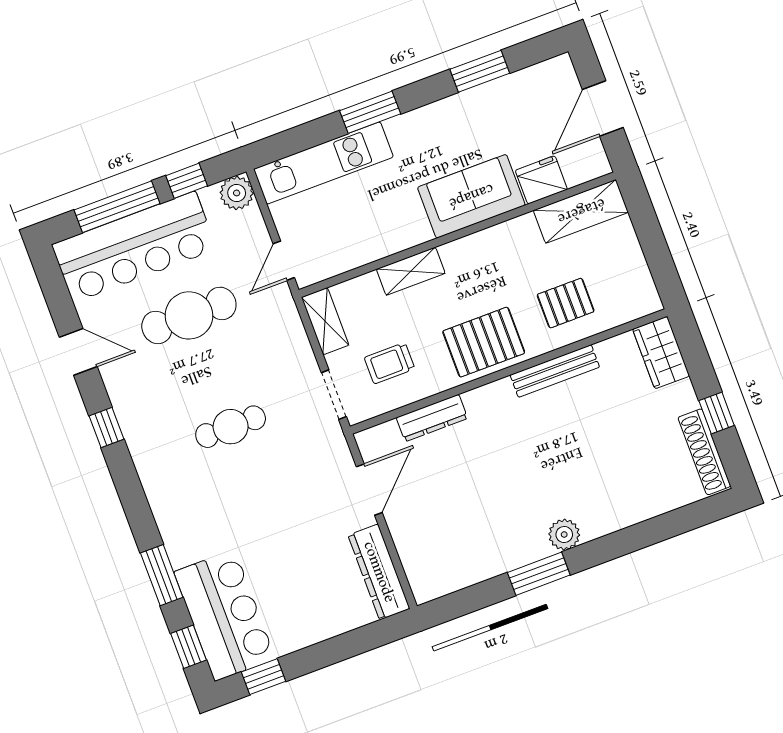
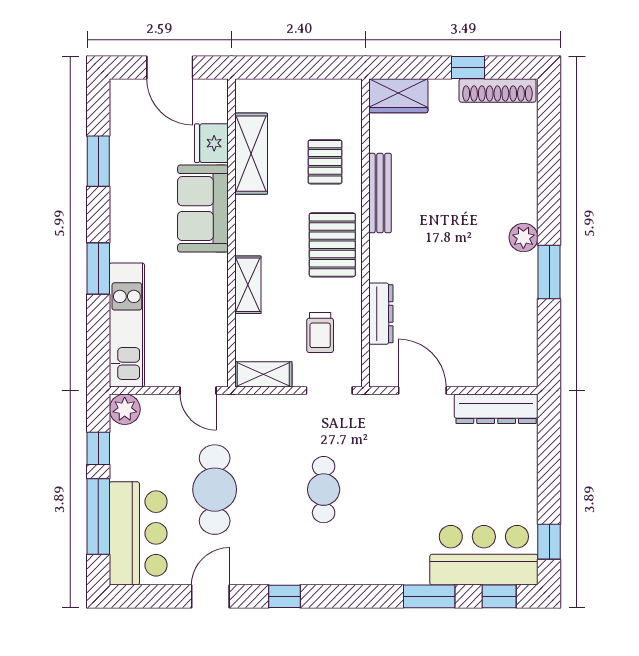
shelving: (581, 211) -> (251, 154), moved
bar counter: (134, 247) -> (138, 533), width x0.73

